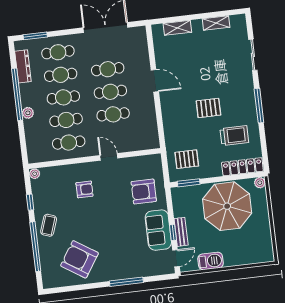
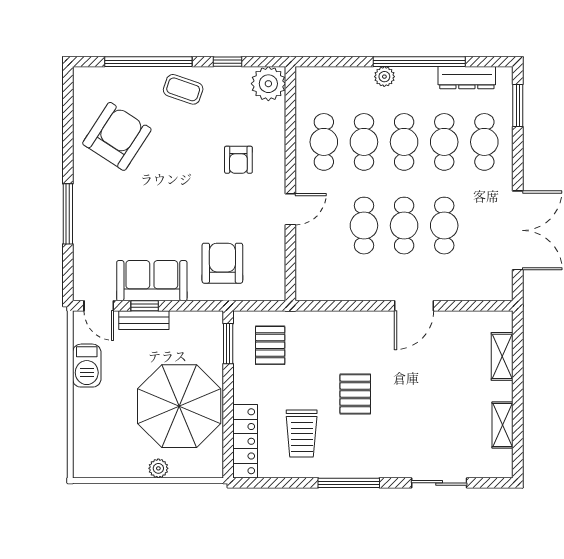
plant: (35, 174) -> (268, 84), width x1.88, depth x1.88
plant: (260, 183) -> (158, 468), moved

